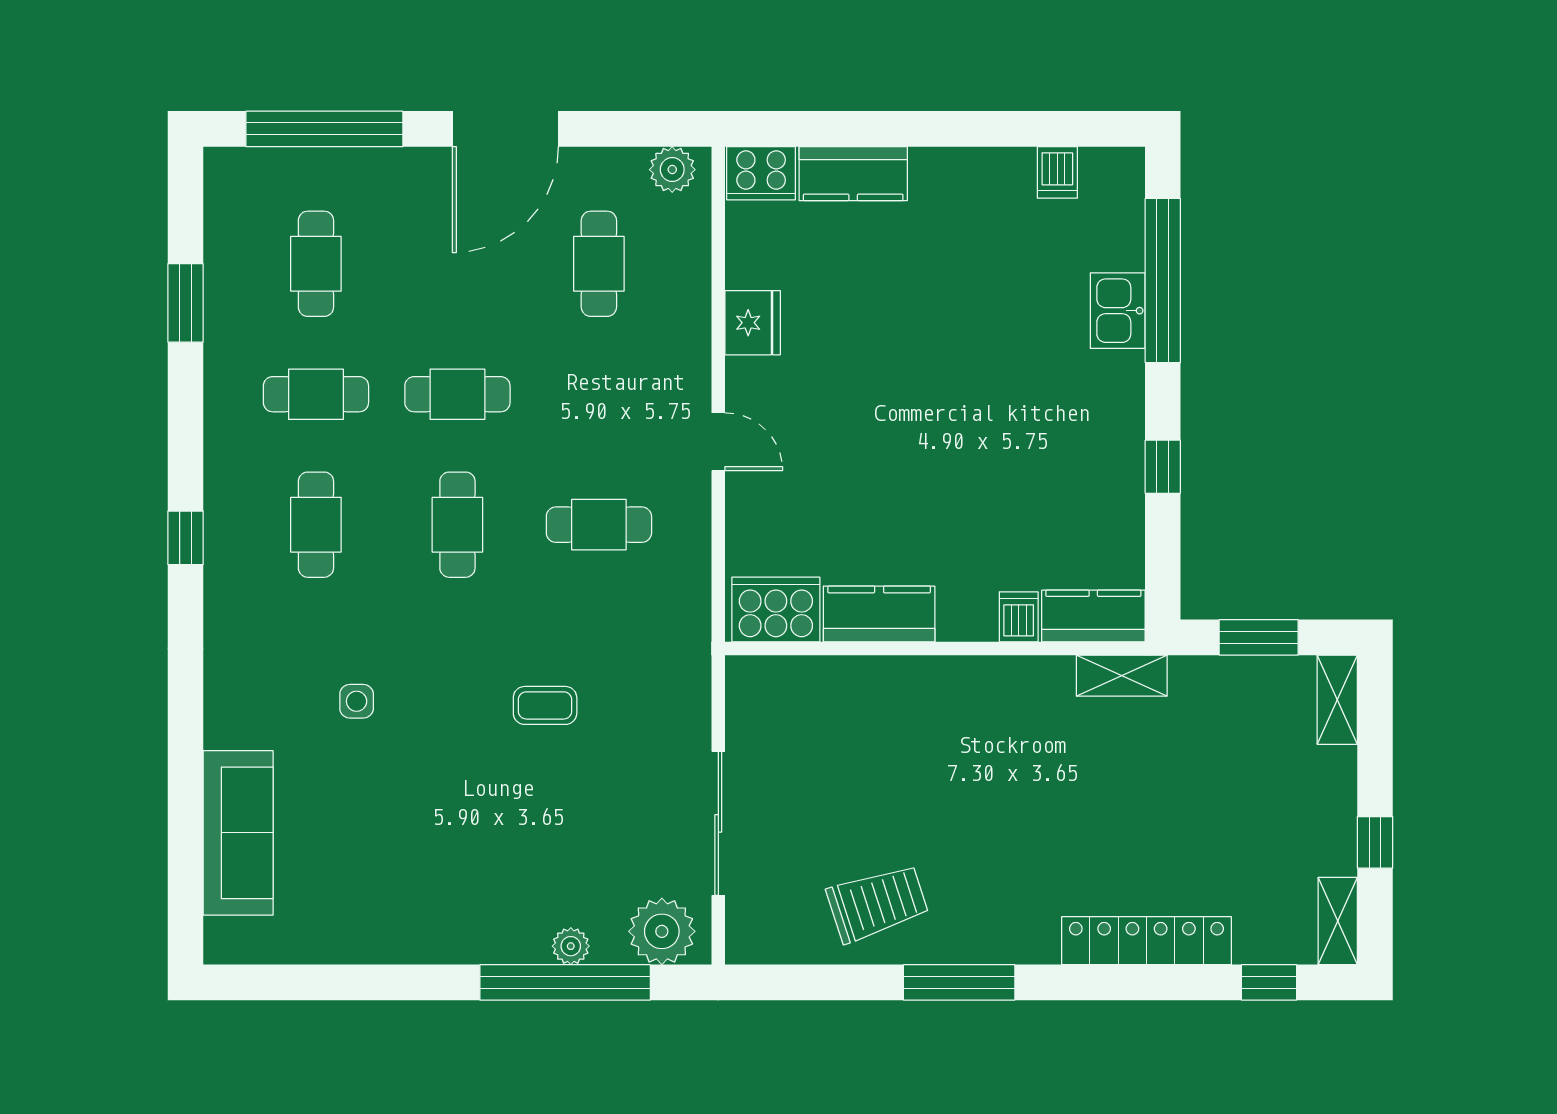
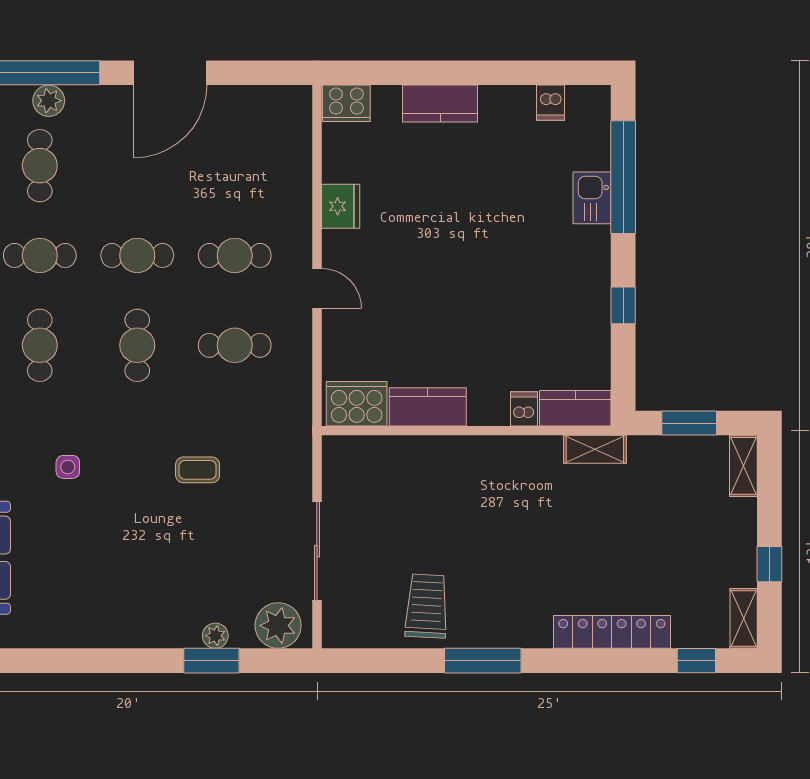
plant: (672, 170) -> (49, 101), moved
kitchen counter: (853, 174) -> (440, 104), moved
cafe table: (599, 264) -> (235, 255), moved, turned 90
trolley: (877, 903) -> (427, 606), turned -69
window: (565, 982) -> (211, 661), width x0.47

